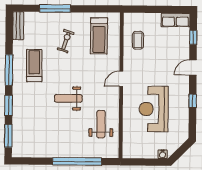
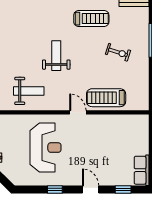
treadmill: (99, 36) -> (106, 98), moved
coffee table: (138, 40) -> (119, 130), removed
reception desk: (154, 109) -> (46, 148), turned 90

